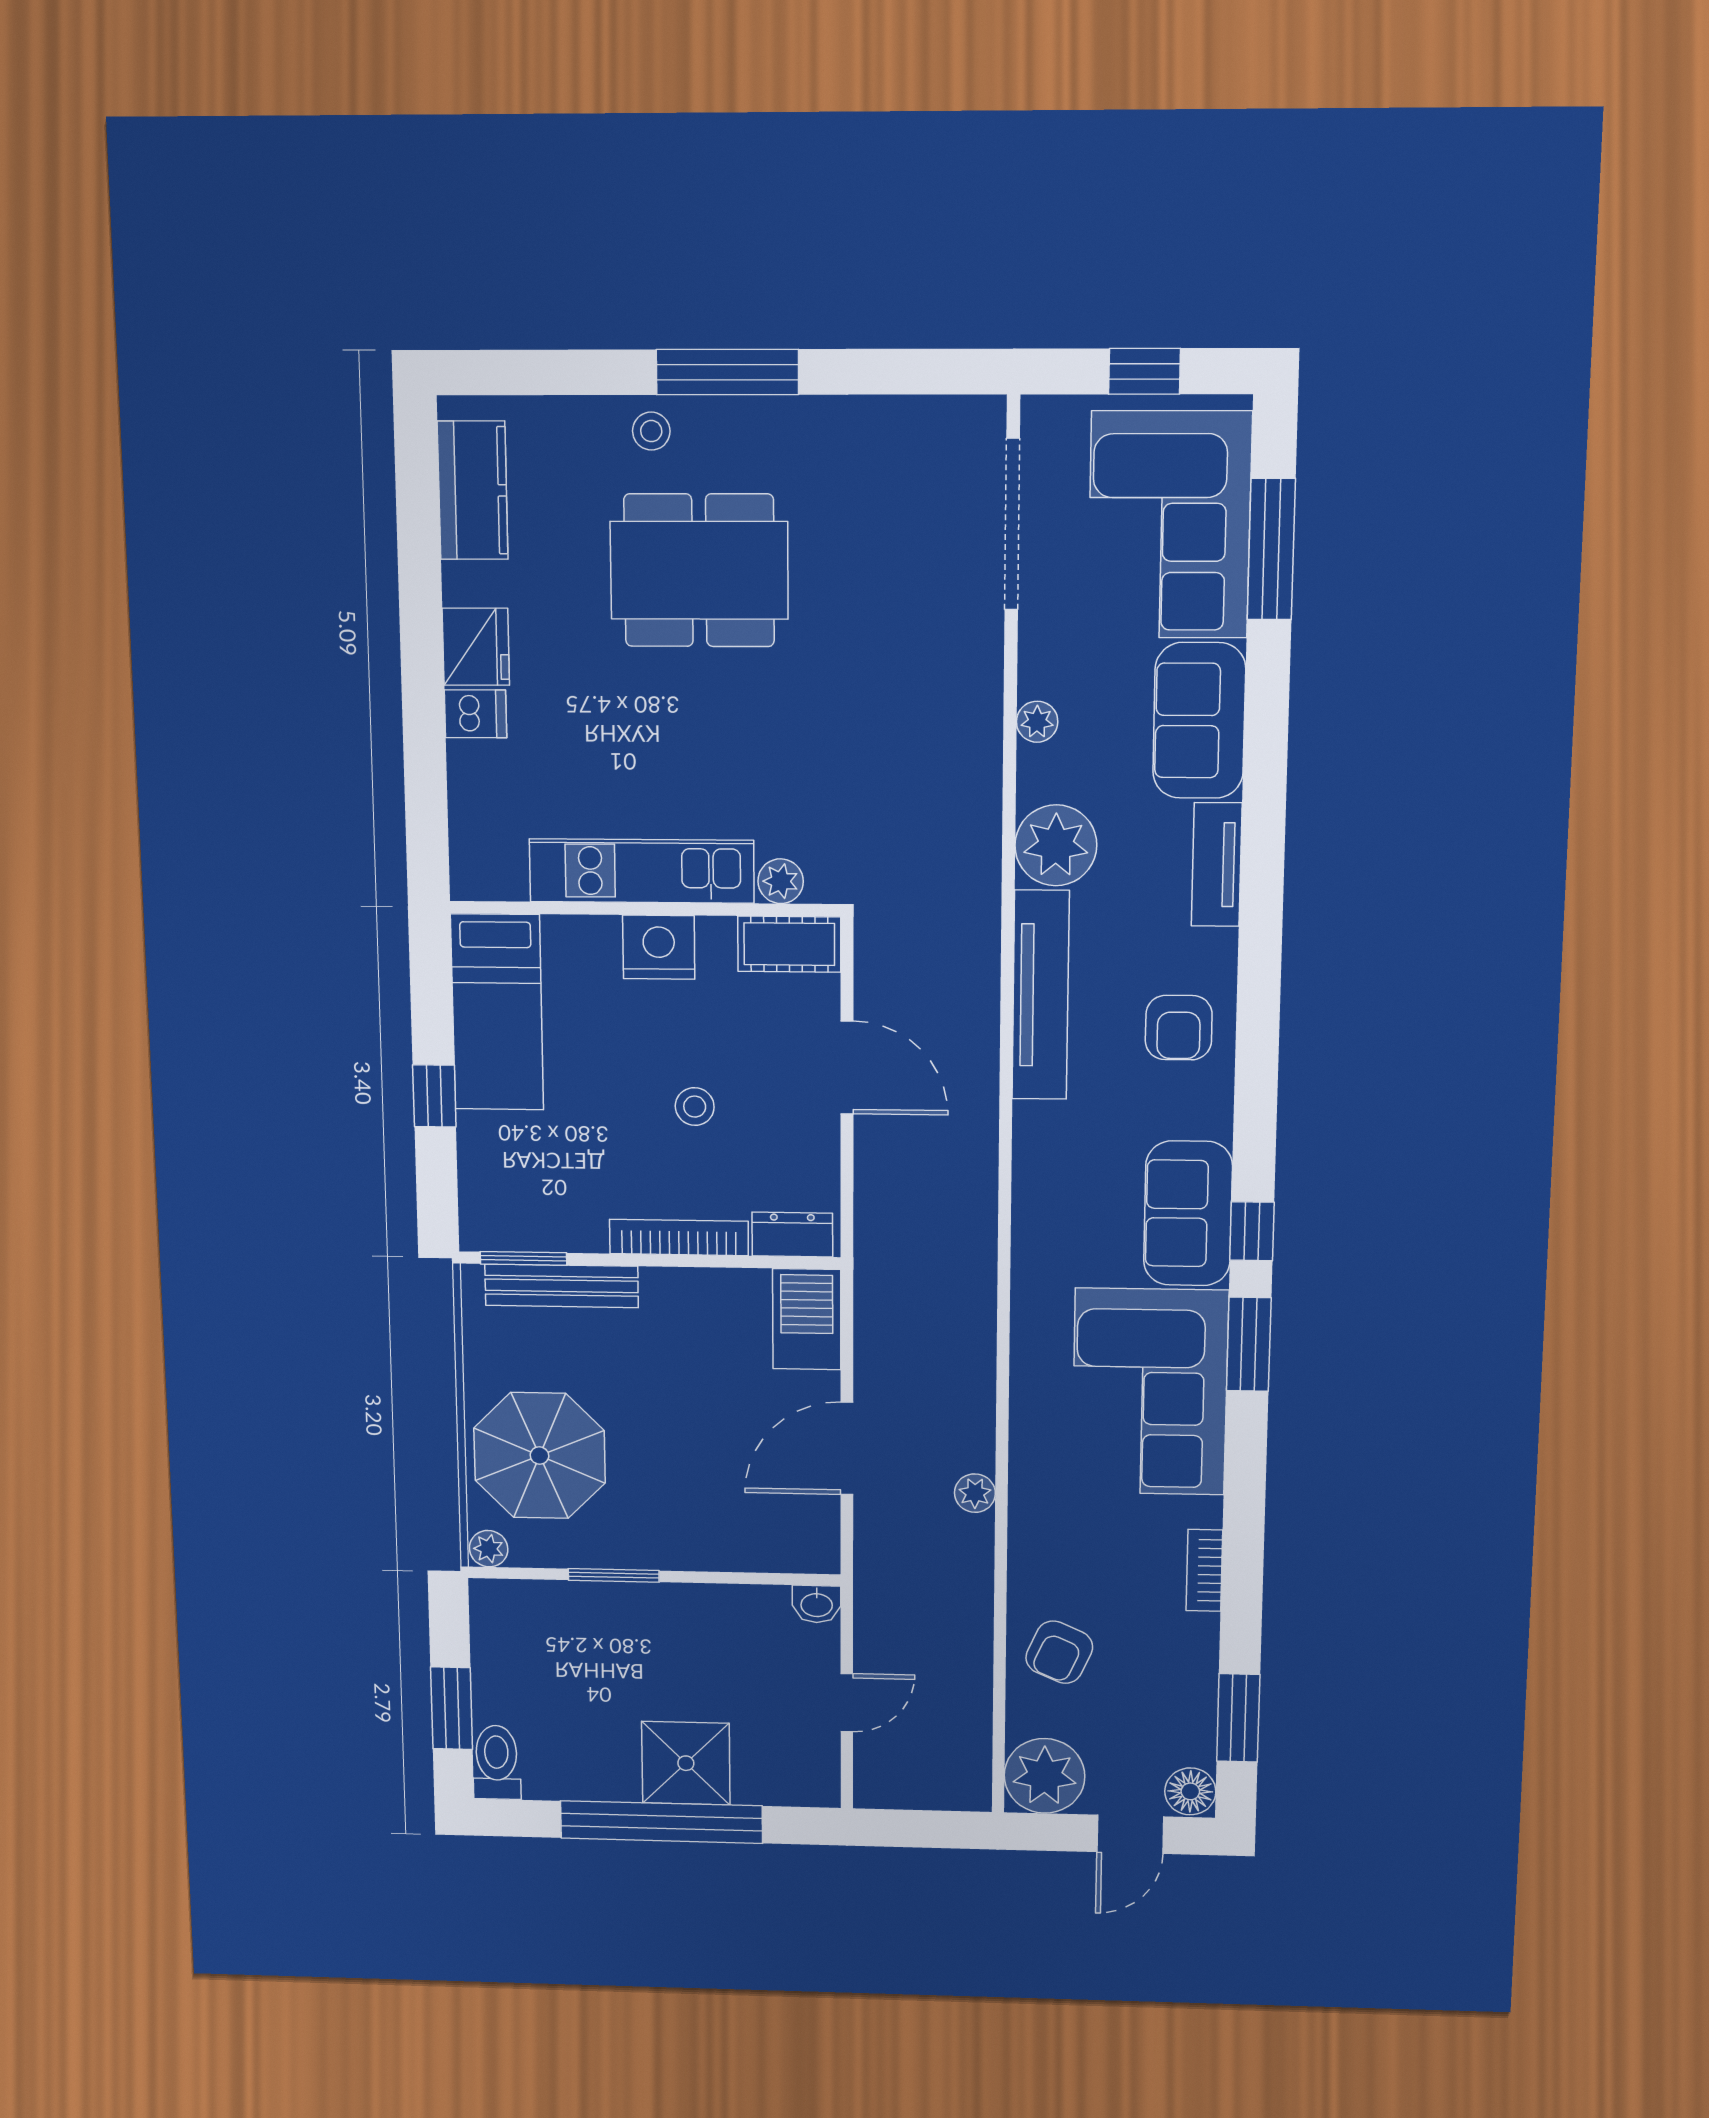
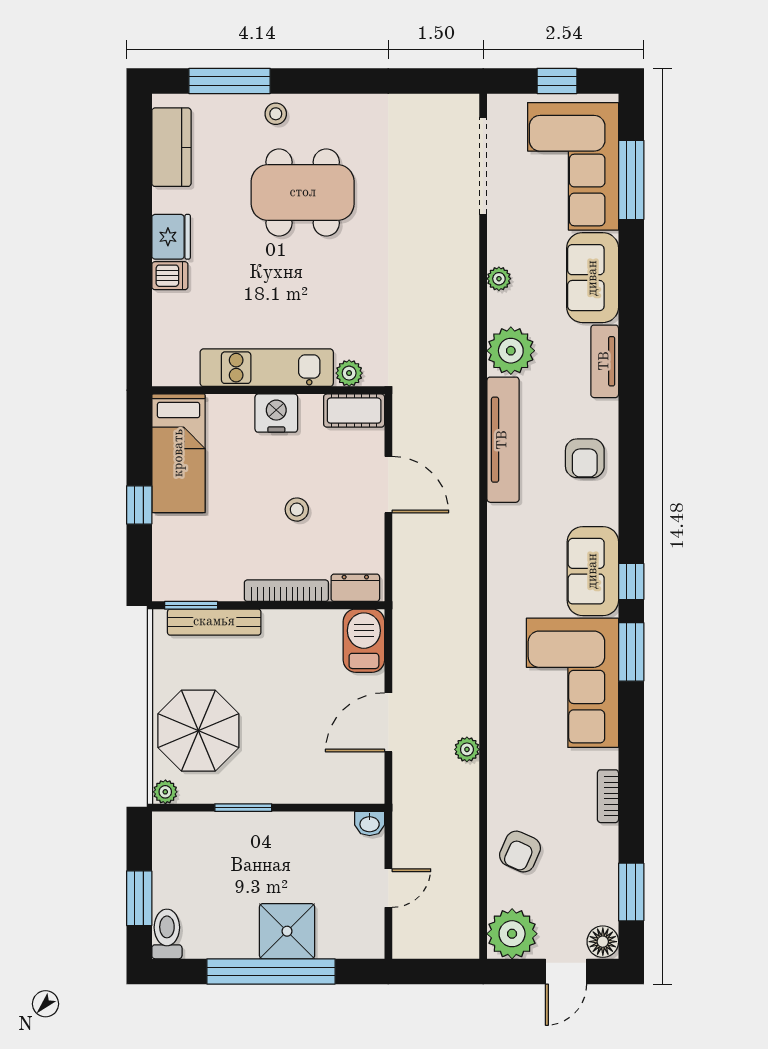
window: (727, 372) -> (230, 81), moved

